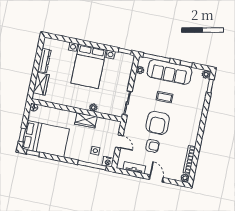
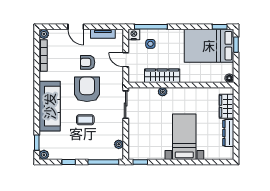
bed with nightstands: (89, 66) -> (184, 137), width x0.73
sofa: (170, 72) -> (50, 106), moved, turned 90
wardrobe: (86, 120) -> (162, 76), width x1.50

